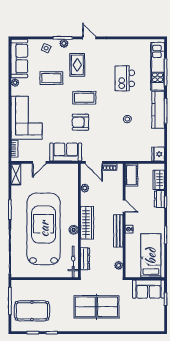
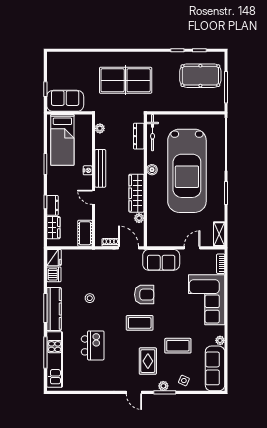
dishwasher: (158, 140) -> (54, 274), added
wardrobe: (87, 223) -> (136, 193), moved

